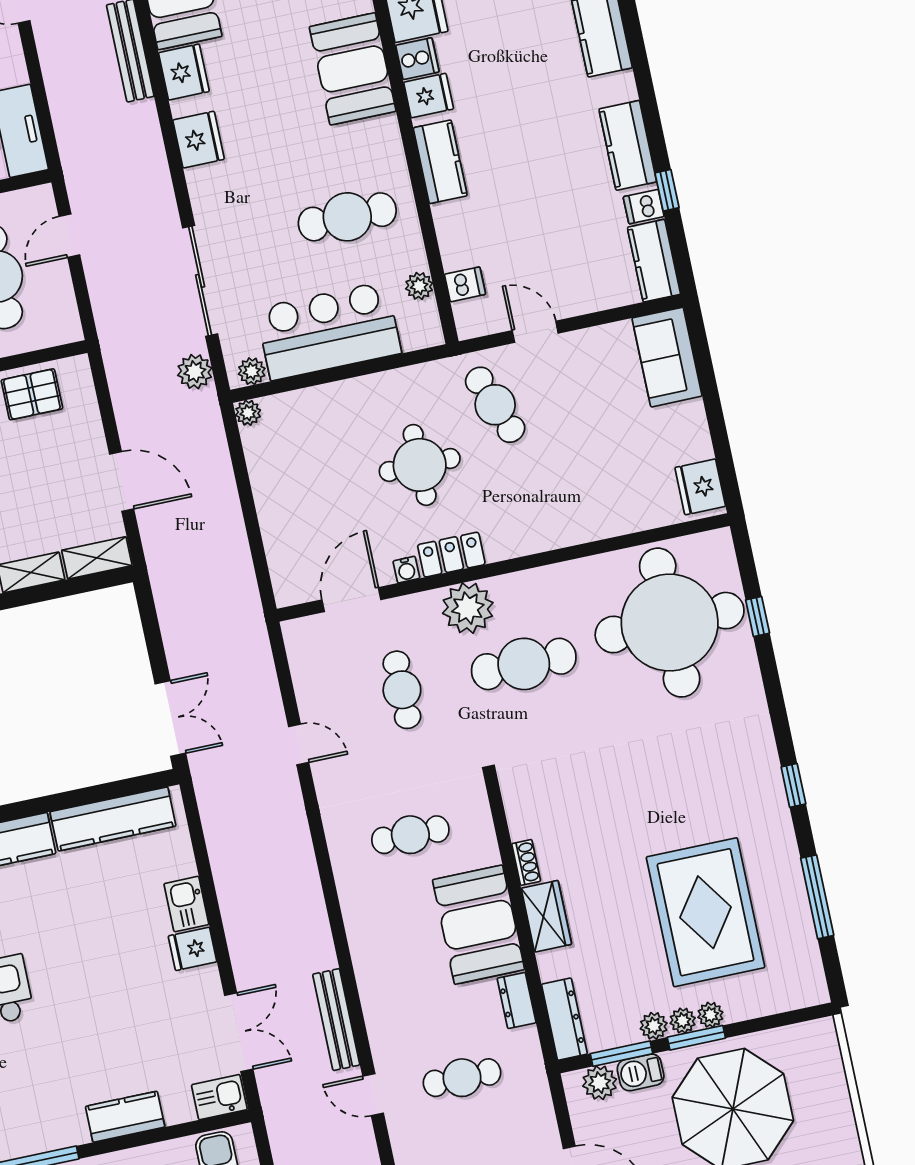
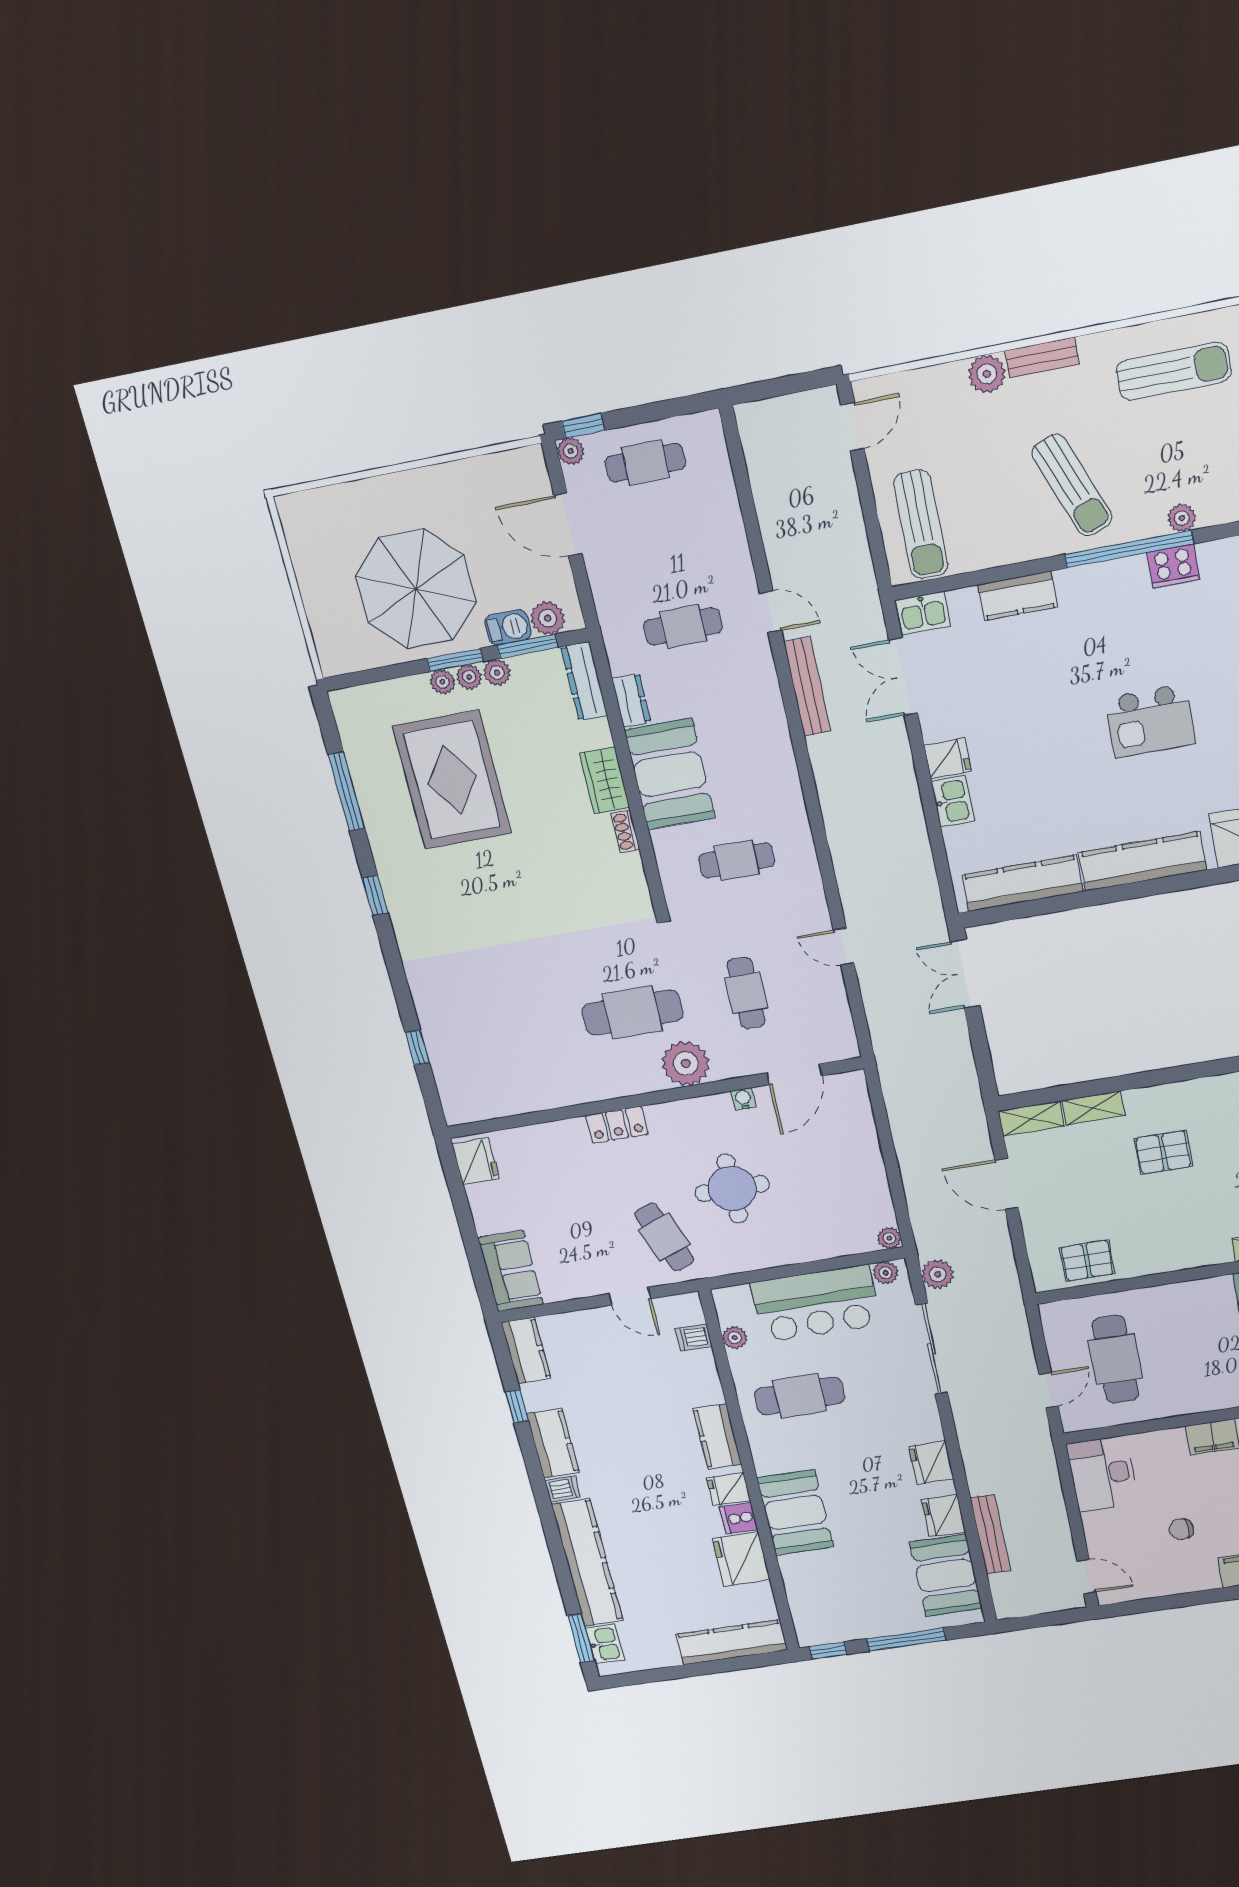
dishwasher: (644, 207) -> (563, 1489), moved
locker: (451, 555) -> (617, 1125), moved
round table: (670, 623) -> (498, 1045), removed

